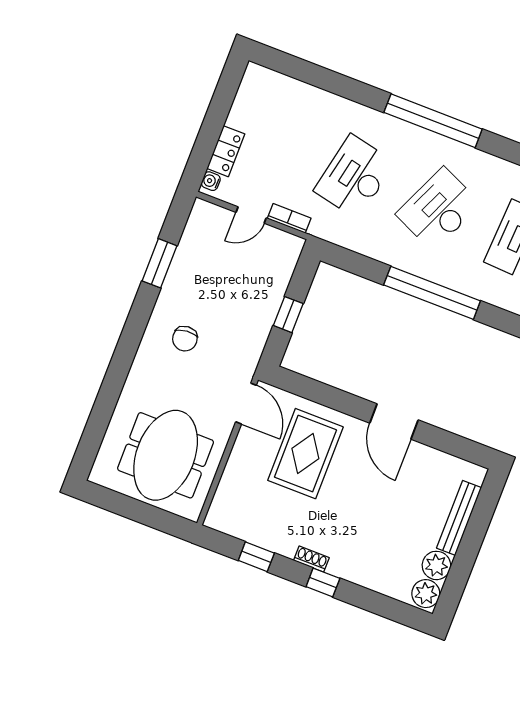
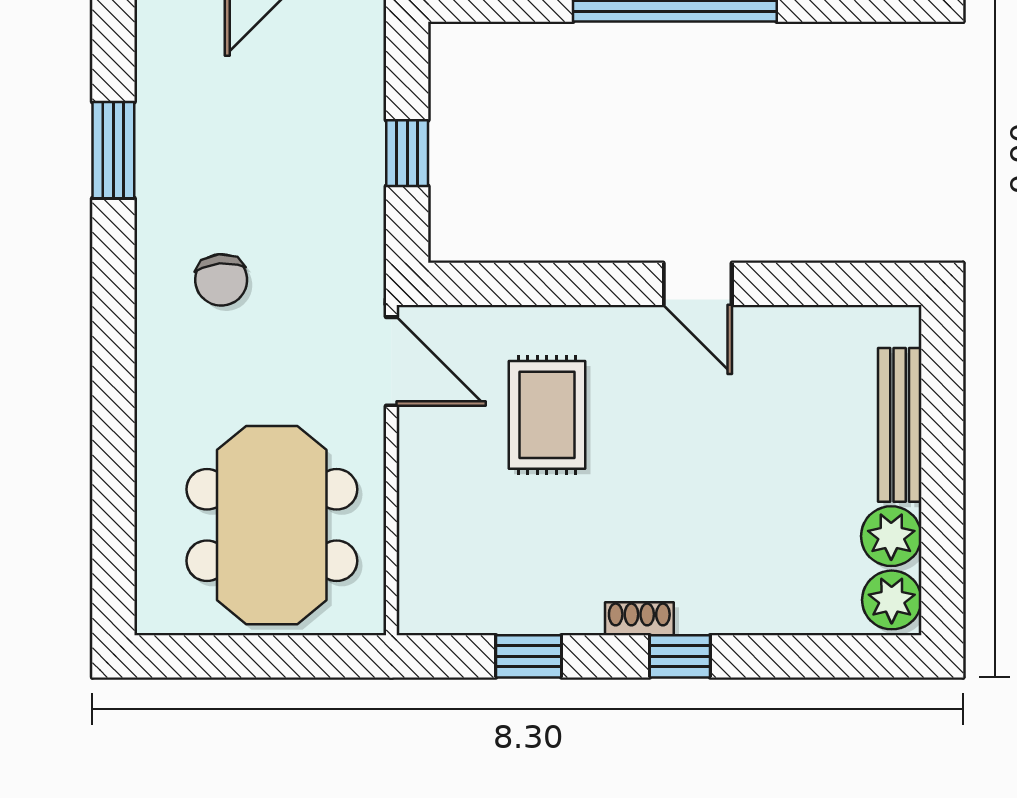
door: (394, 421) -> (698, 284), width x0.73
rug: (305, 454) -> (547, 415), width x0.73, depth x0.70

